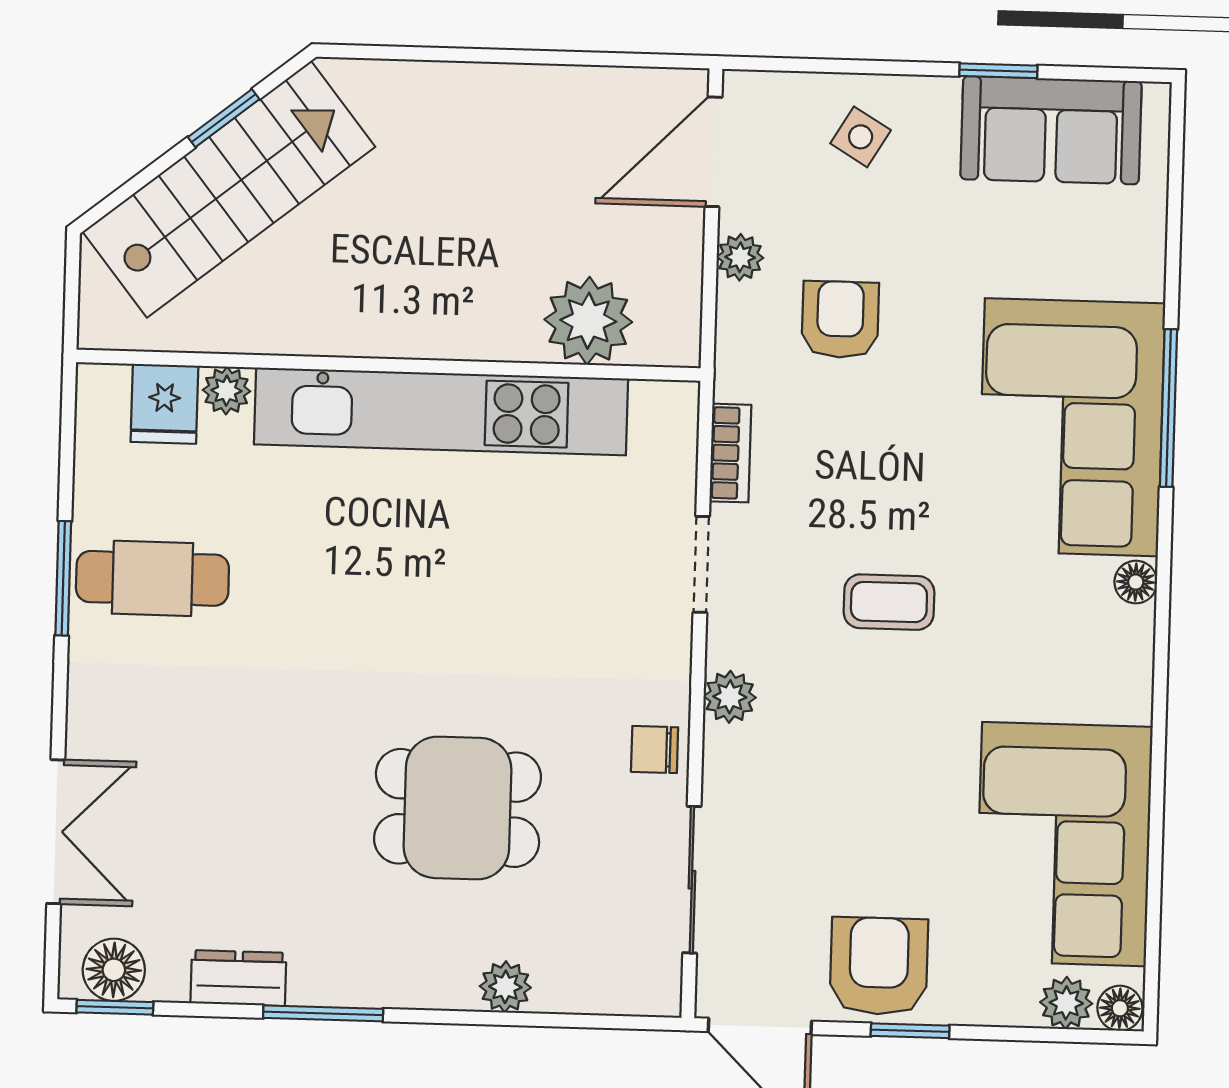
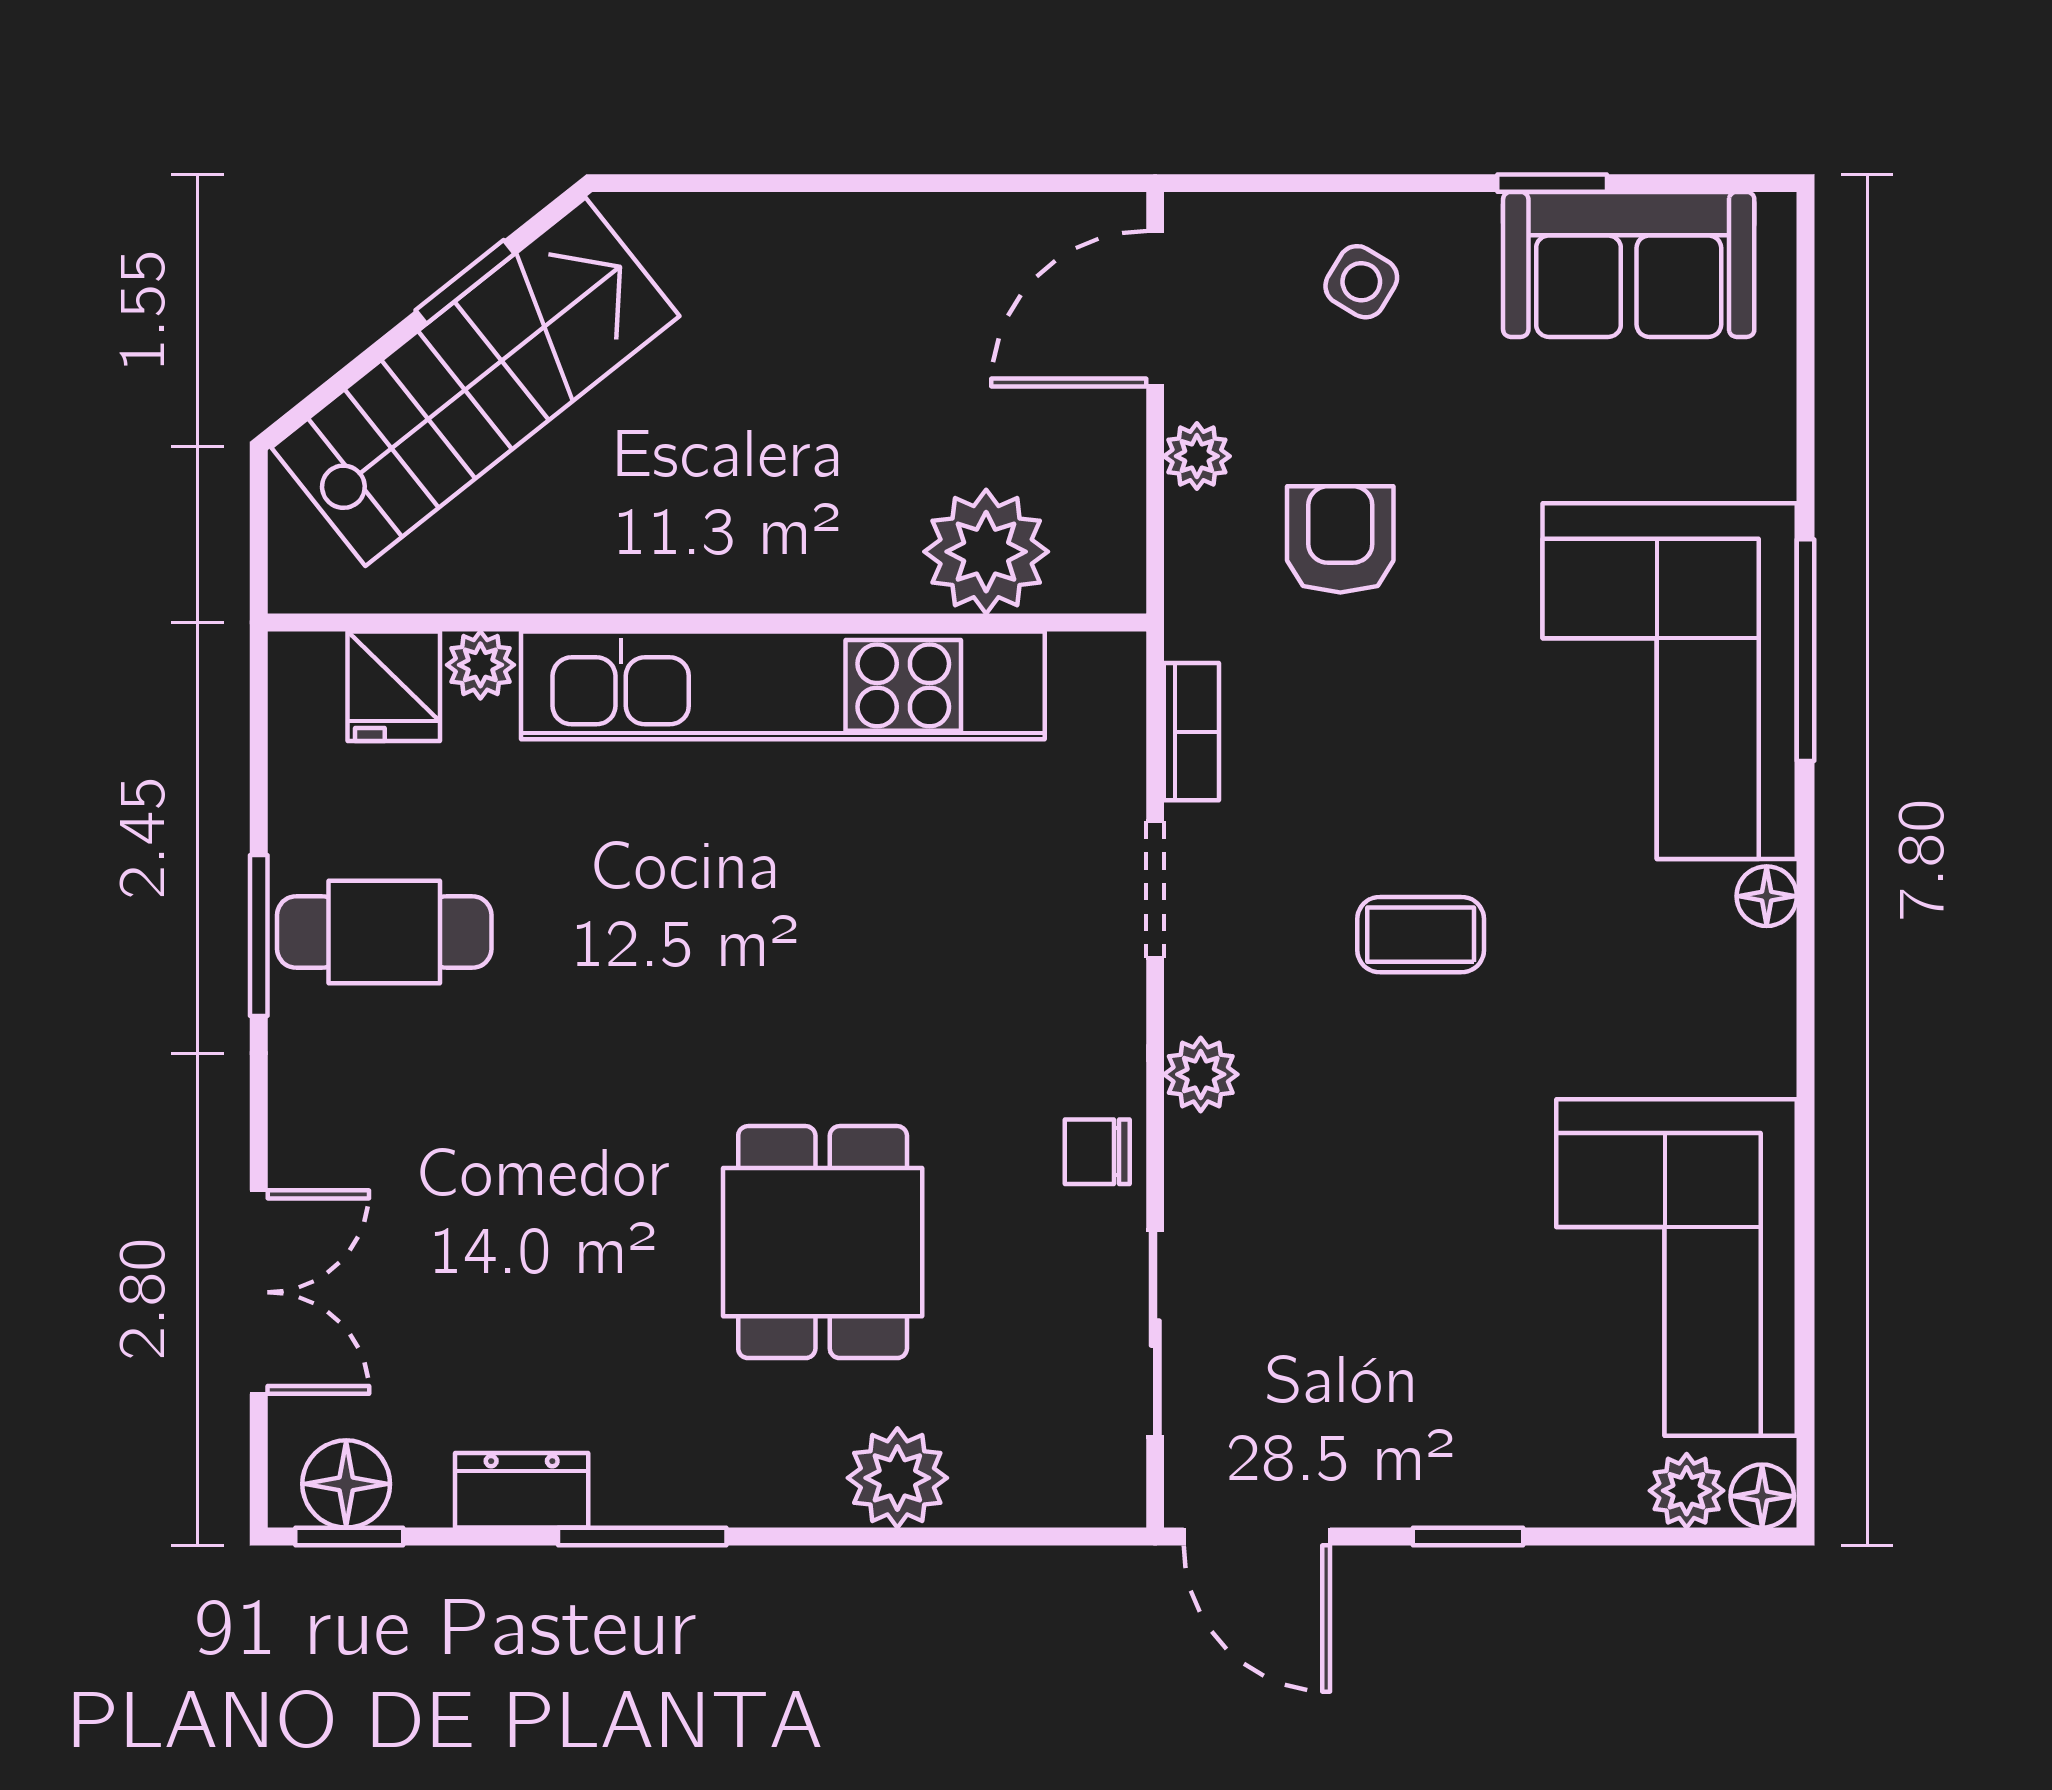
dining table: (457, 808) -> (823, 1242), turned 90
armchair: (879, 966) -> (1422, 1447), removed
plant: (505, 987) -> (897, 1478), width x1.38, depth x1.38

